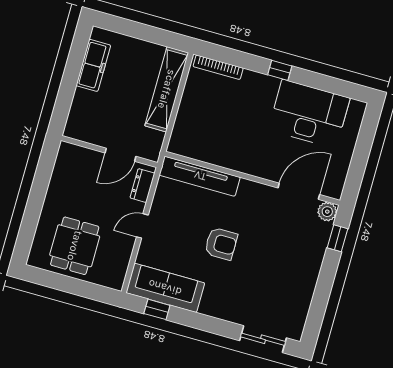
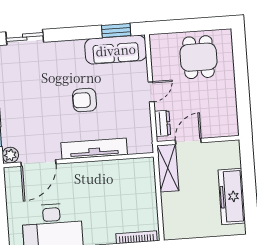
freezer: (93, 65) -> (232, 196), width x1.36, depth x1.26
shelving: (167, 89) -> (168, 168), moved, width x0.68
tv unit: (200, 176) -> (94, 149), moved
window: (157, 309) -> (116, 30), width x1.50

